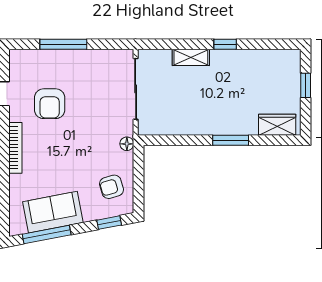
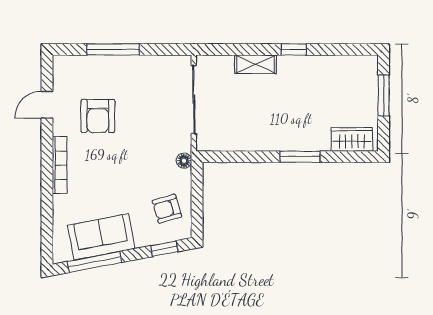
window: (306, 85) -> (384, 95), width x1.50

